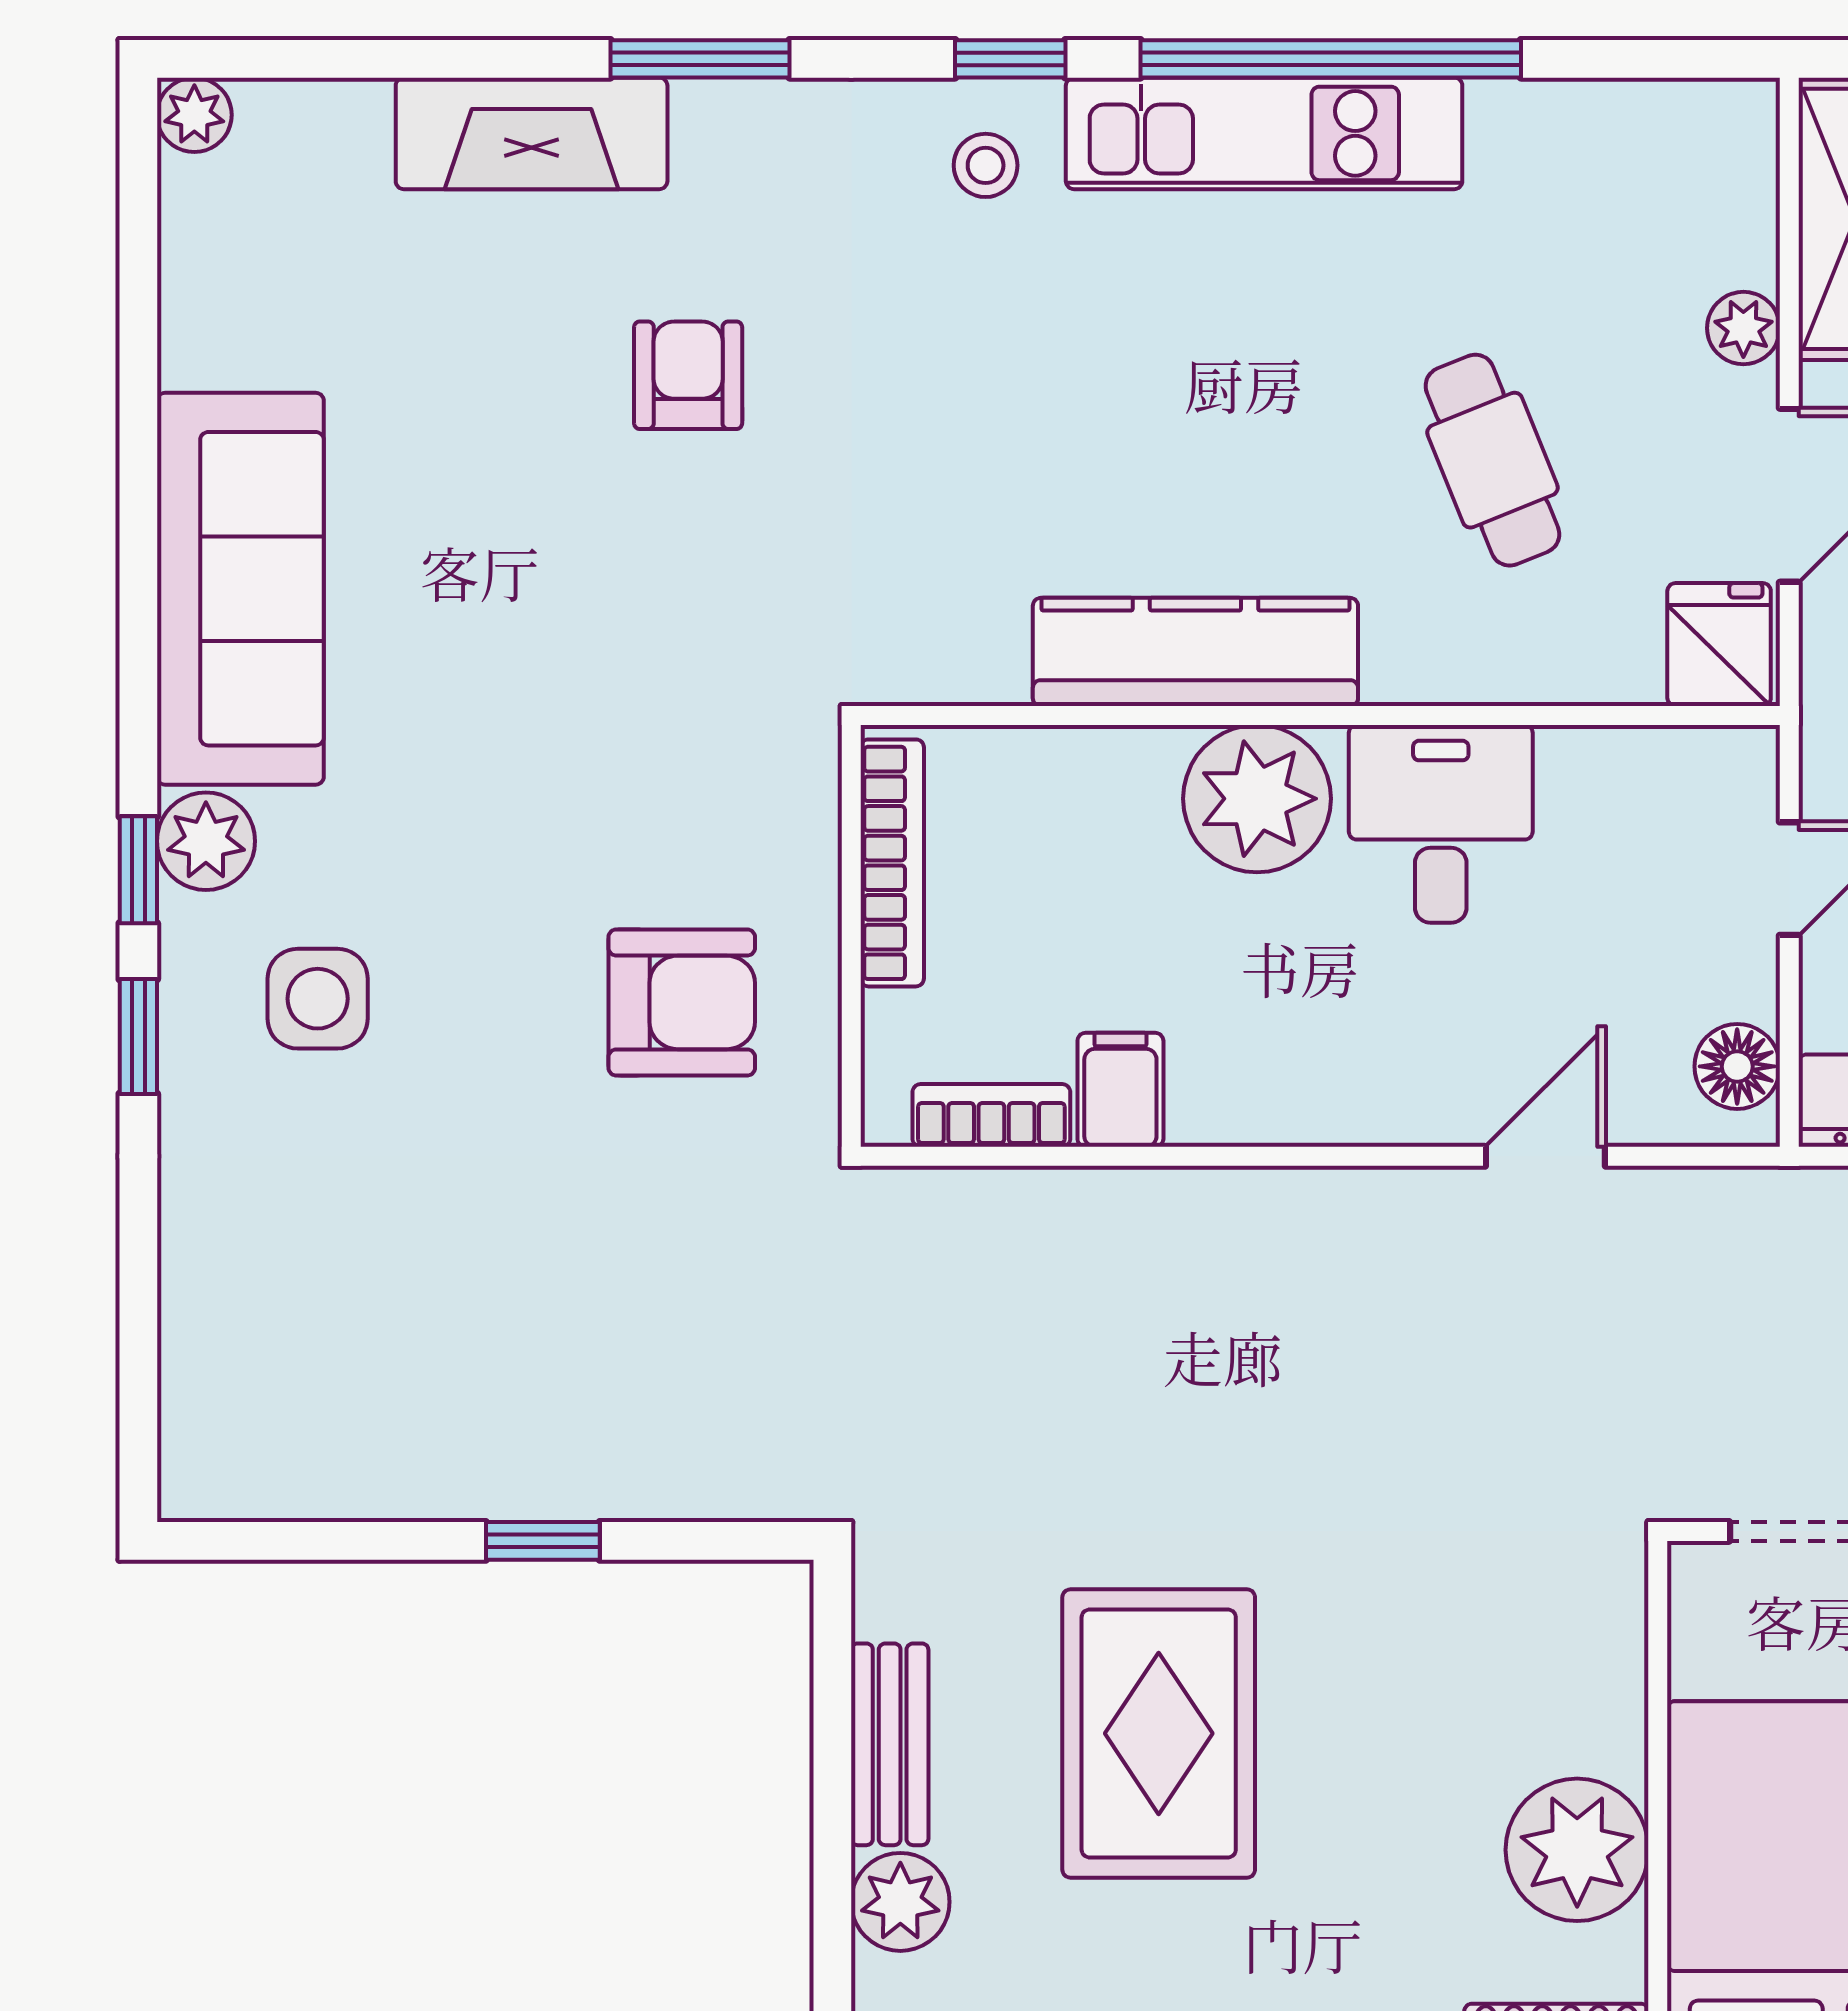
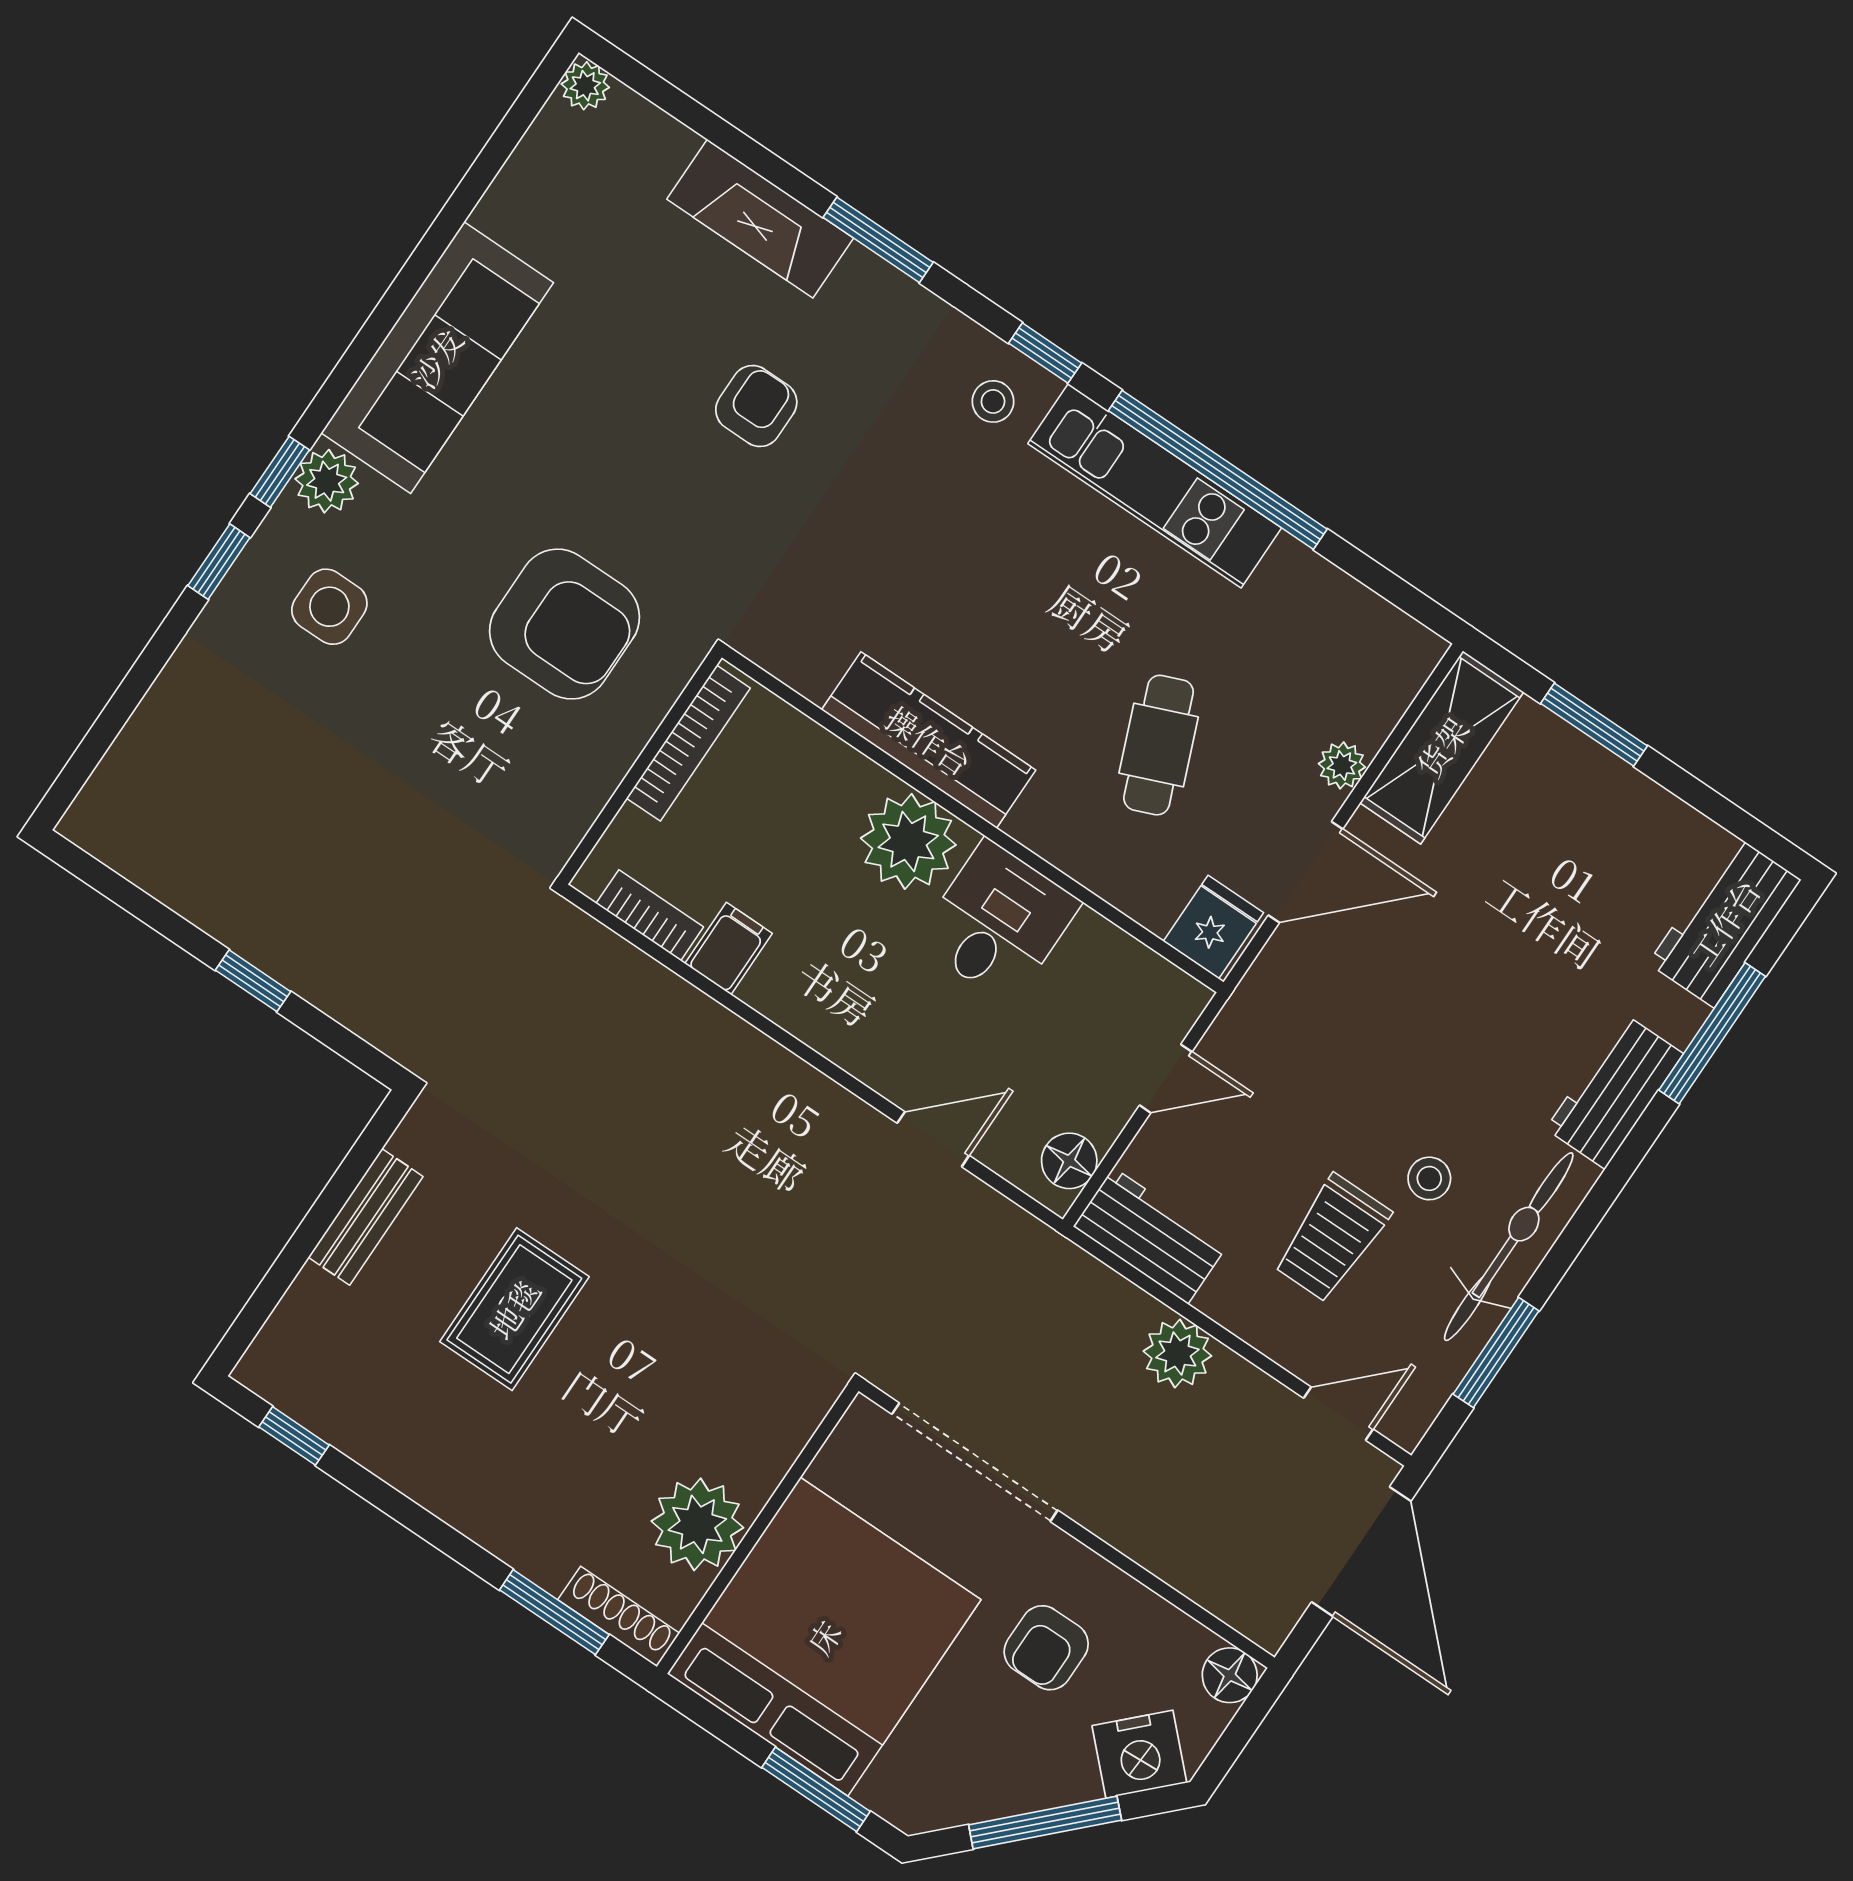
armchair: (682, 1002) -> (565, 624), moved, width x1.36, depth x1.36
rug: (1159, 1733) -> (514, 1309), width x0.73, depth x0.70
plant: (900, 1902) -> (314, 1306), removed

